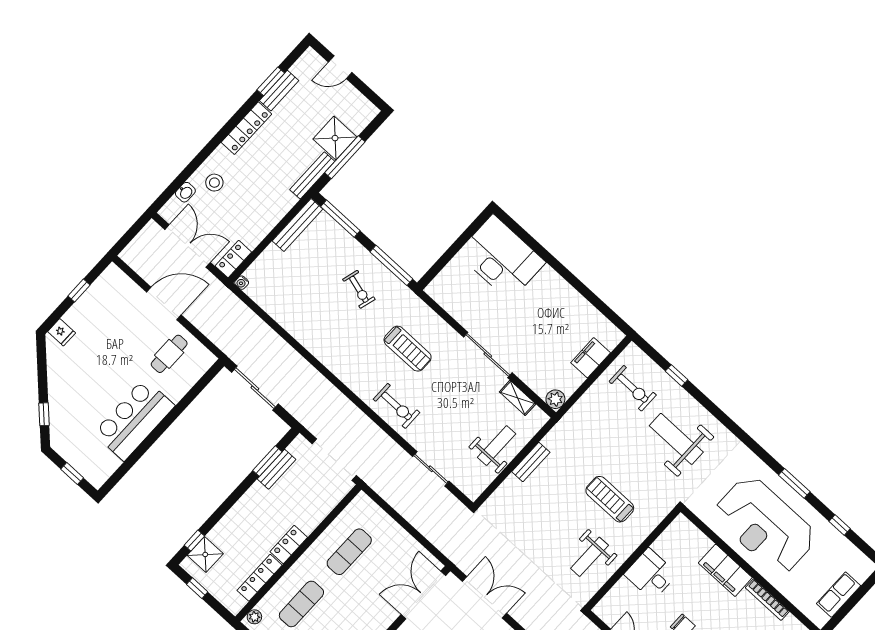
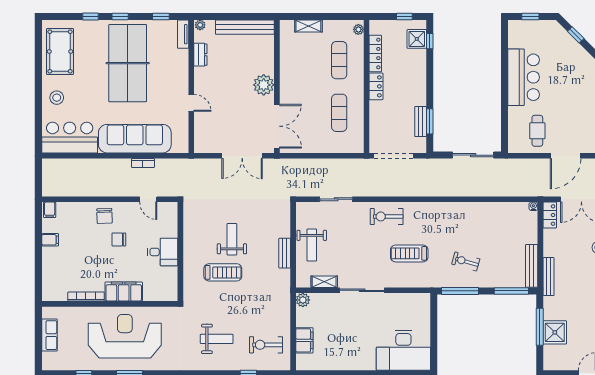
bench: (312, 175) -> (548, 277), moved
weight bench: (676, 439) -> (217, 339), width x0.73, depth x0.75
weight bench: (590, 557) -> (232, 239), moved

